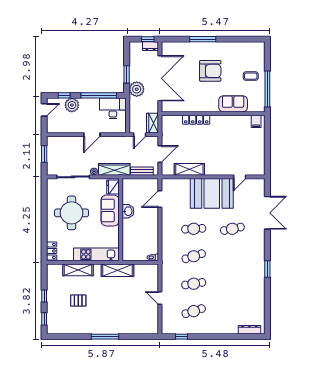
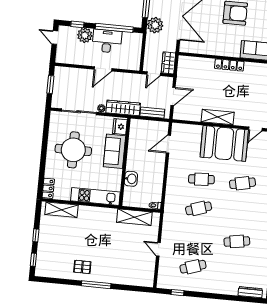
desk: (113, 108) -> (107, 41), moved
door: (44, 110) -> (55, 38), swing flipped
locker: (196, 120) -> (229, 65), moved
shelving: (189, 169) -> (218, 117), moved
washbasin: (128, 211) -> (131, 179), moved
shelving: (78, 270) -> (61, 210), moved
shelving: (117, 270) -> (134, 217), moved
cafe table: (194, 284) -> (237, 241), moved
pallet: (78, 301) -> (82, 267), moved

